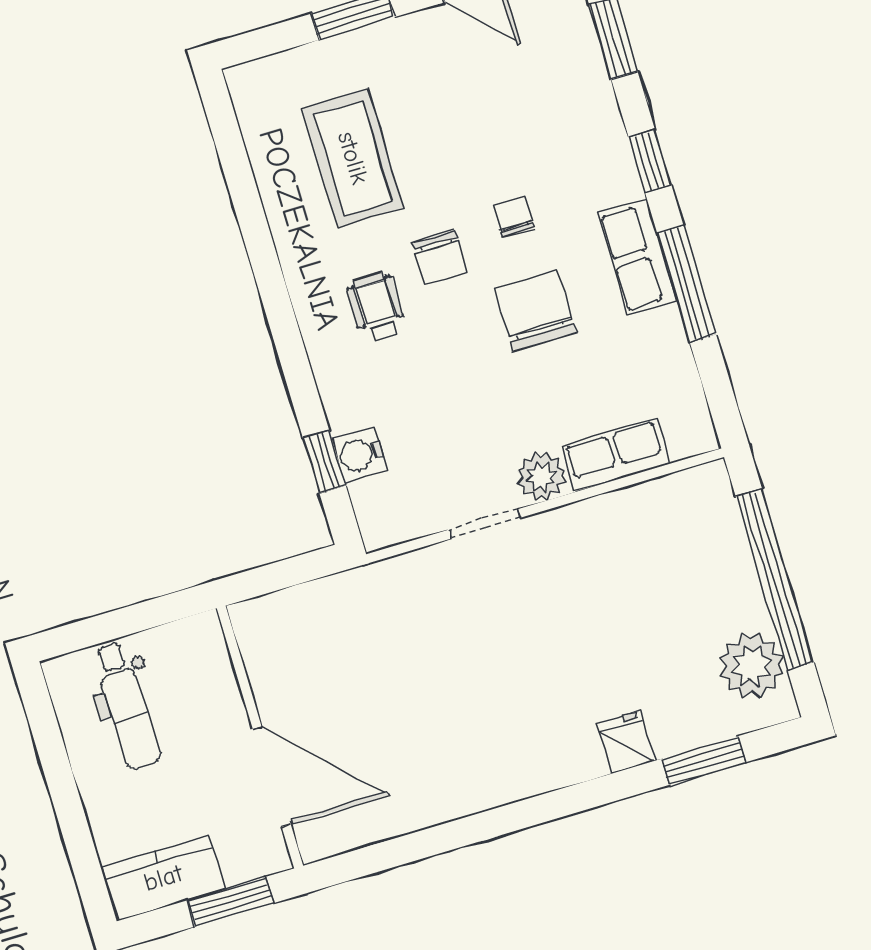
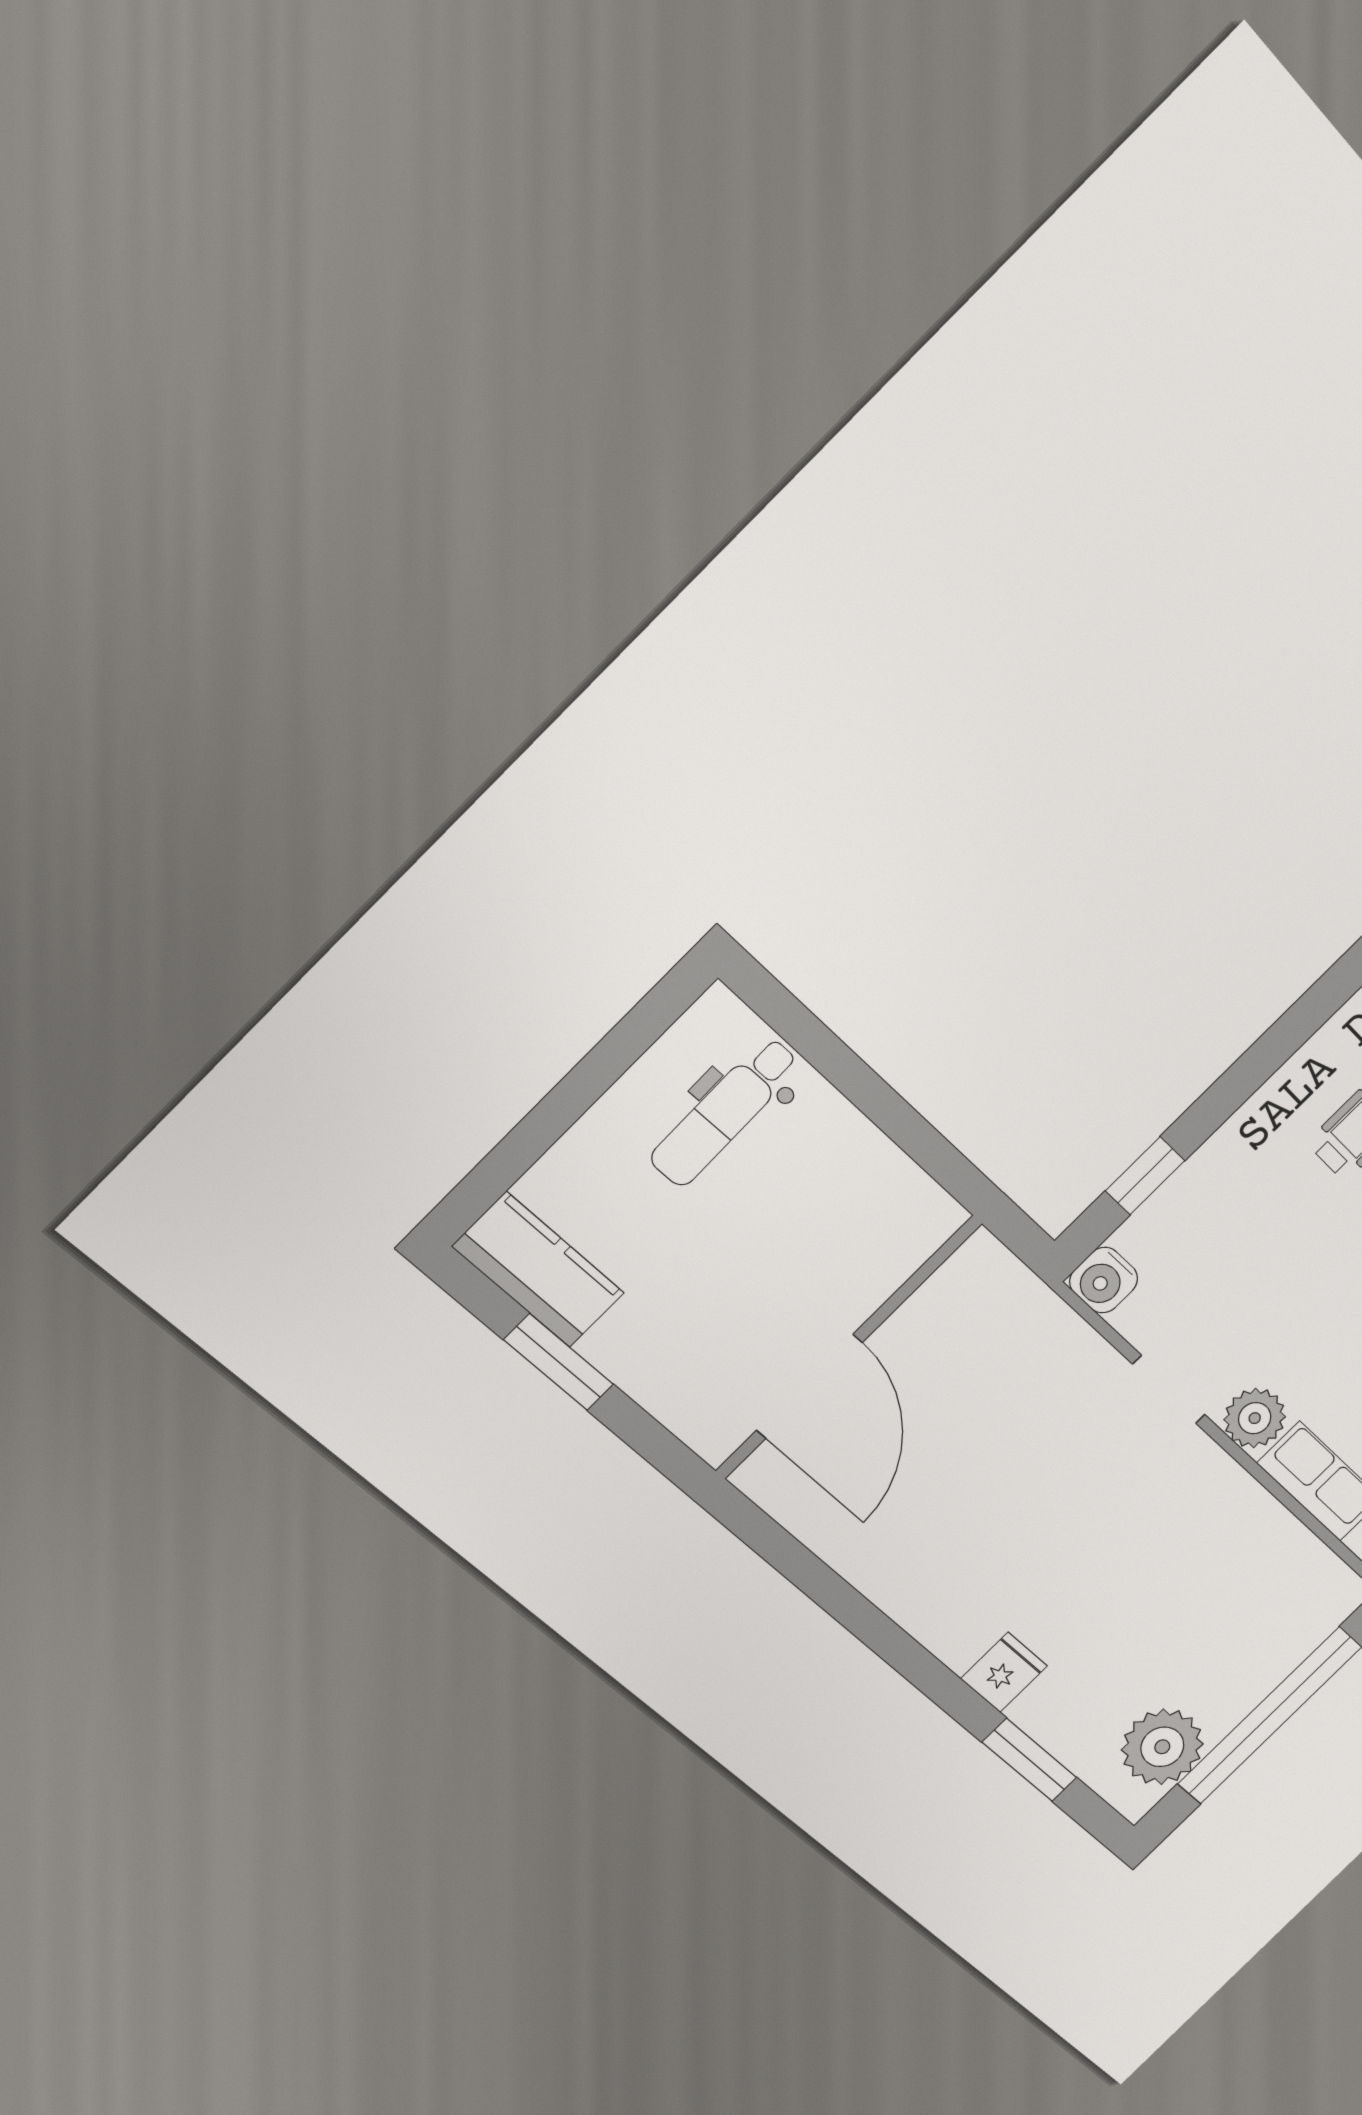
water cooler: (359, 455) -> (1104, 1280), moved, turned -90
wall: (260, 737) -> (848, 1348), moved
door: (272, 777) -> (809, 1386), moved

